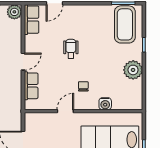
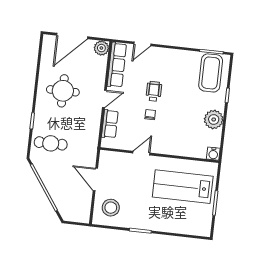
row of seats: (32, 20) -> (117, 65), width x1.48
chair: (83, 86) -> (150, 115), moved
water cooler: (105, 104) -> (213, 154), moved

